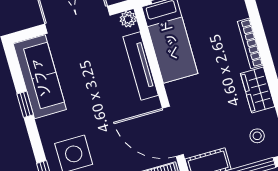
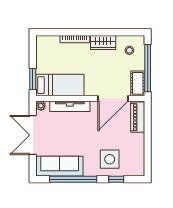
window: (25, 104) -> (73, 179), width x3.17

